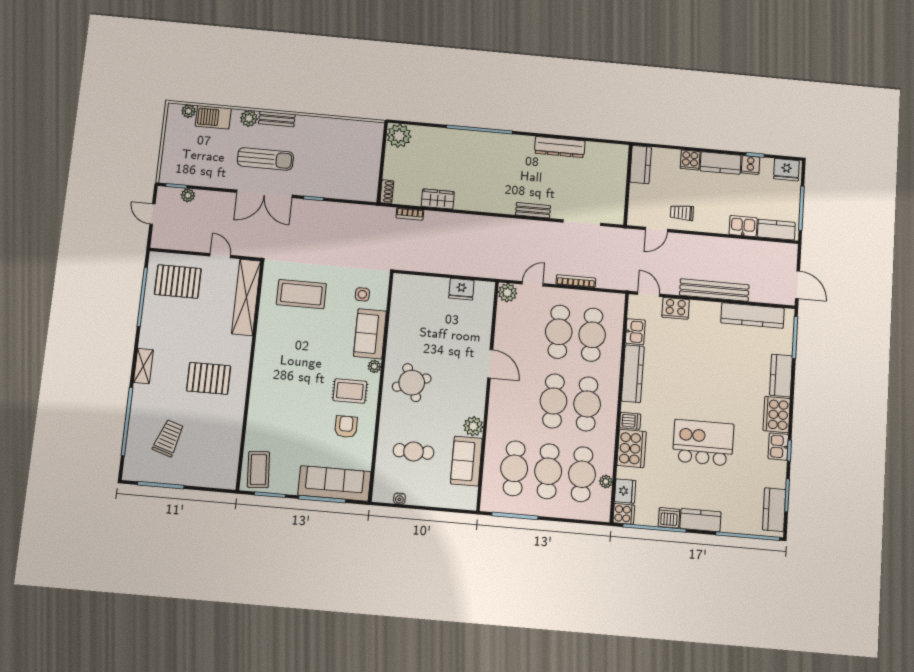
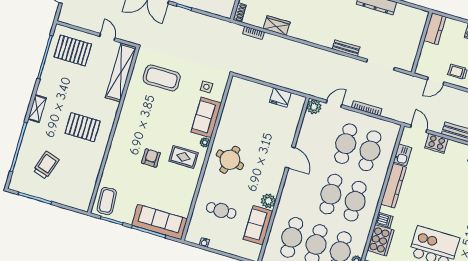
round table: (412, 383) -> (230, 160), turned 36
armchair: (346, 427) -> (151, 158), moved

